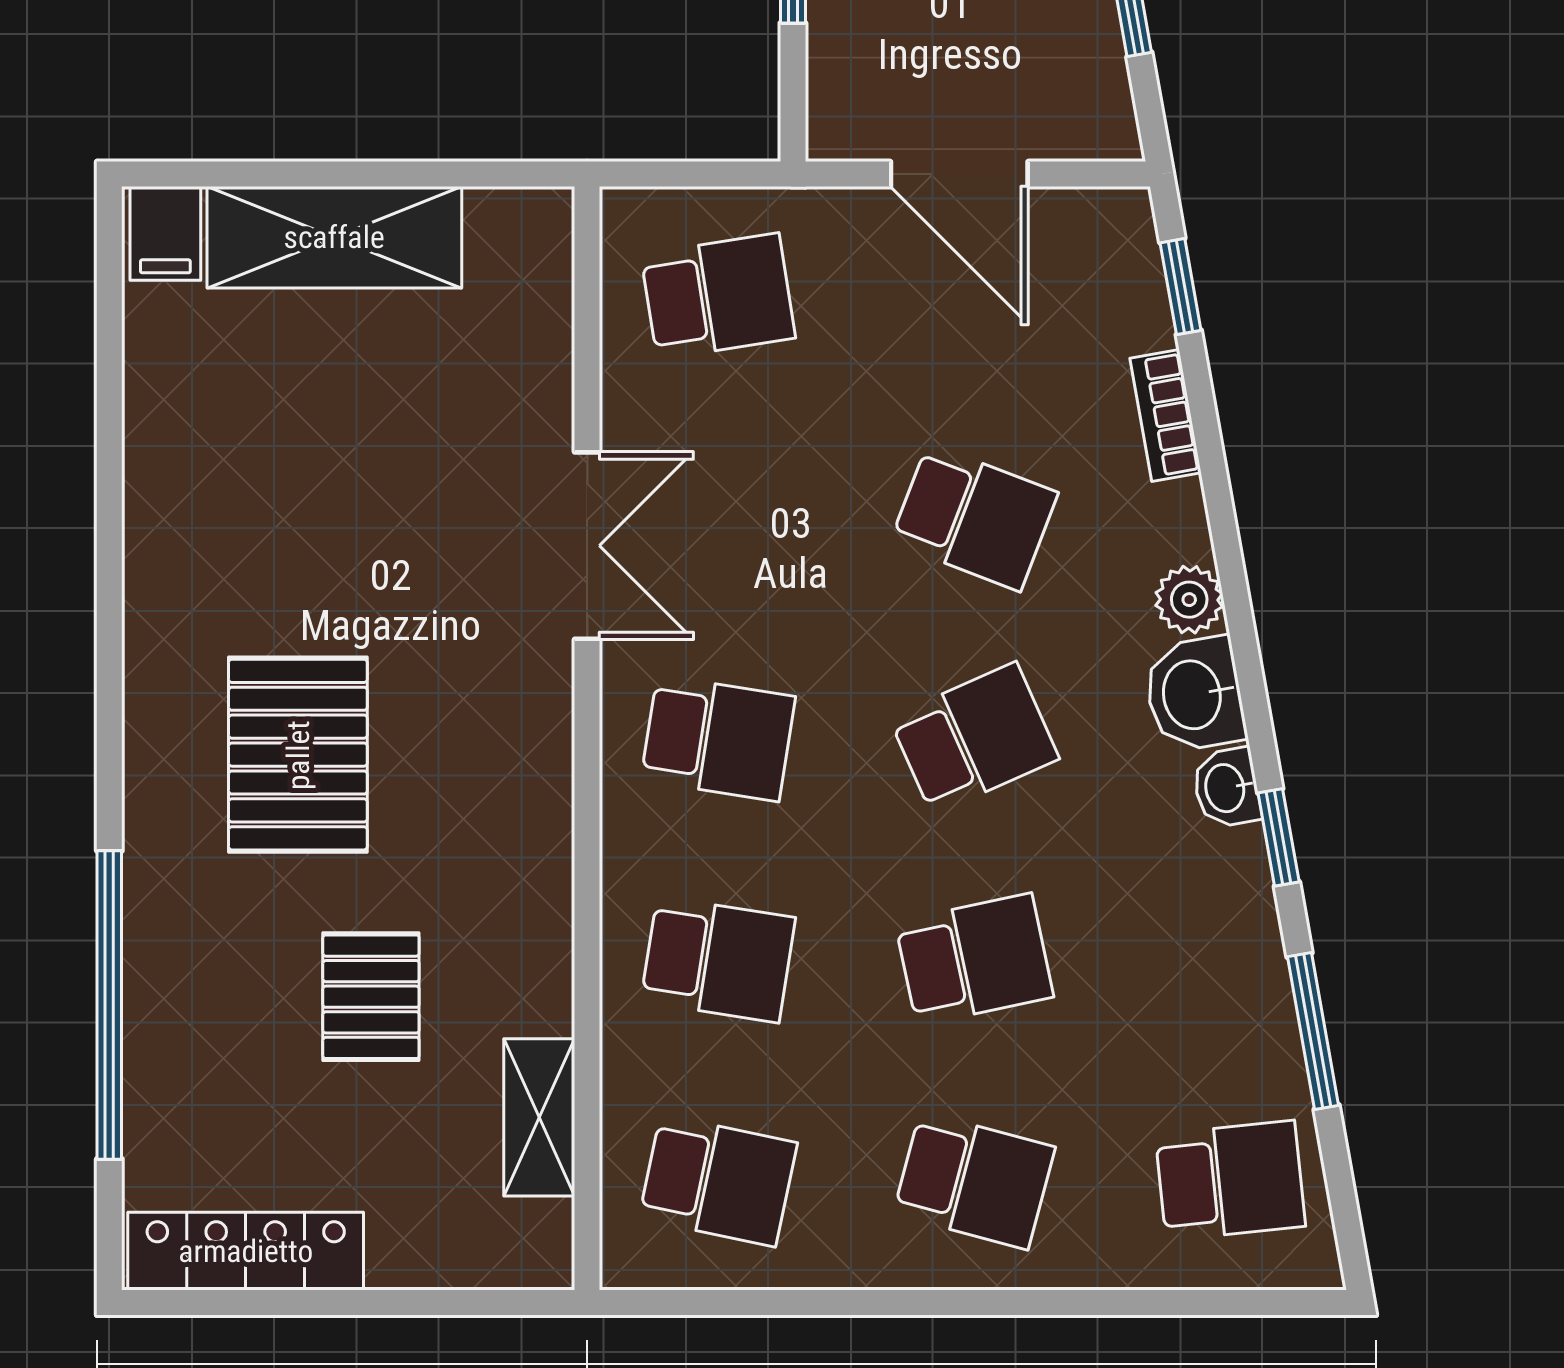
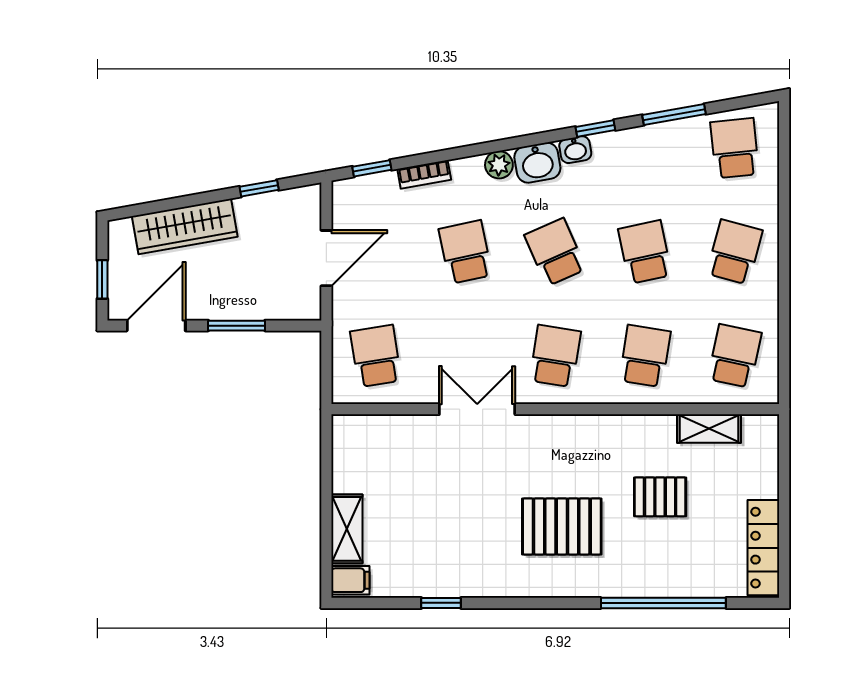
shelving: (334, 237) -> (347, 529), width x0.67, depth x0.75
window: (109, 457) -> (441, 603), added
school desk: (974, 517) -> (466, 252), turned -33

